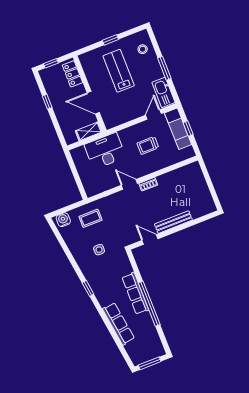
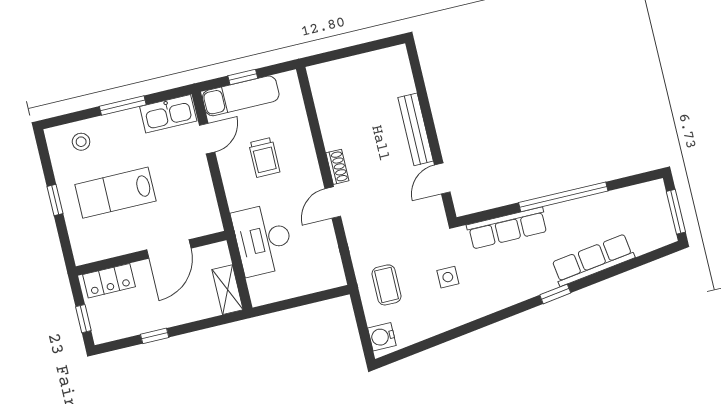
door: (153, 114) -> (207, 139), swing flipped
shelving: (89, 131) -> (227, 290), moved
window: (88, 288) -> (555, 294), moved
row of seats: (135, 293) -> (507, 228), moved

